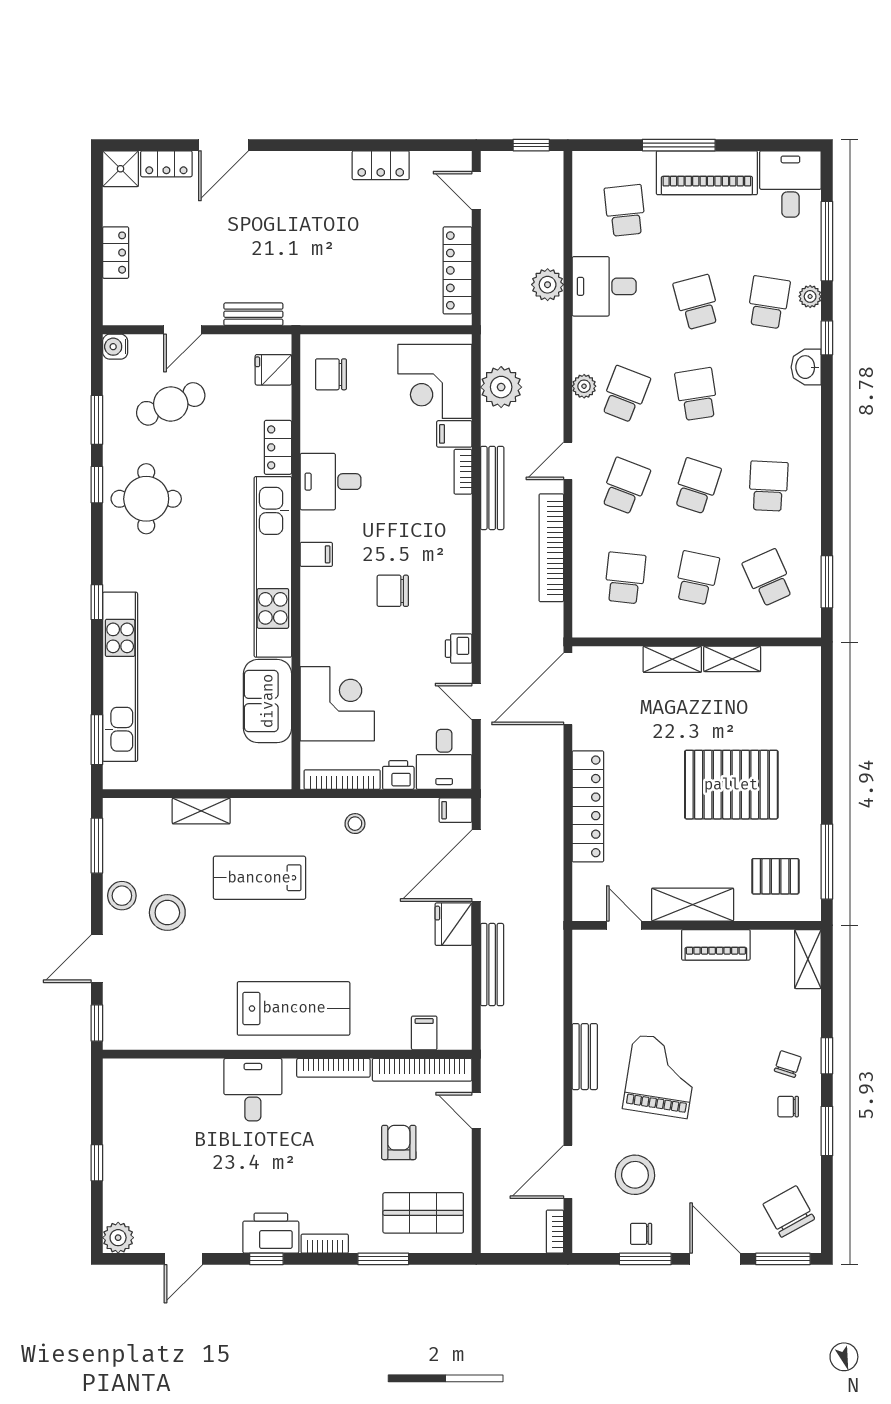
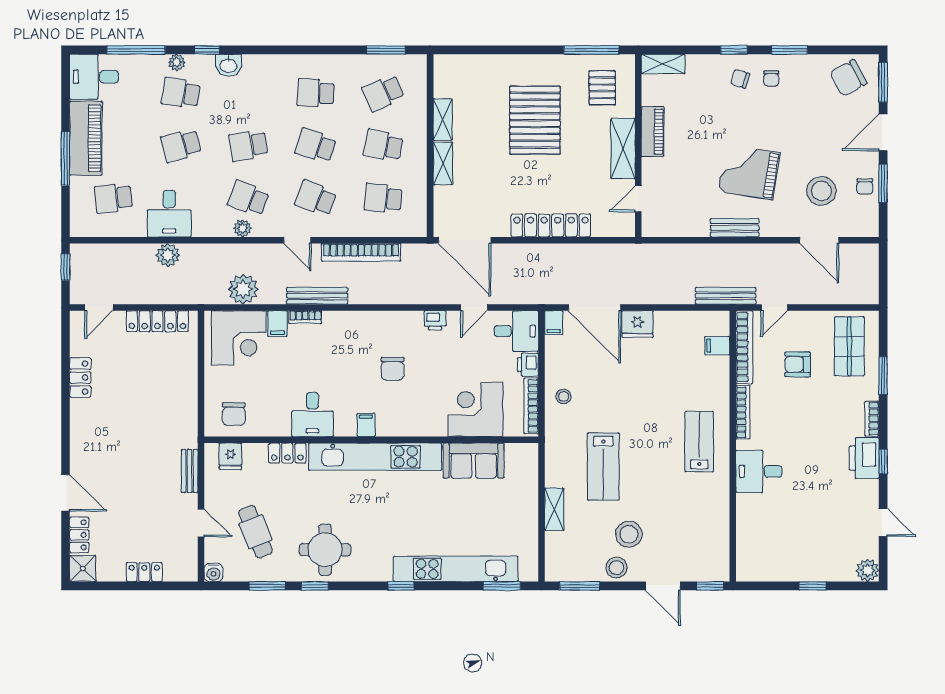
bench: (492, 965) -> (726, 296), moved
lab bench: (294, 1008) -> (699, 442), width x0.73, depth x0.72
bookcase: (555, 1232) -> (863, 250), removed

